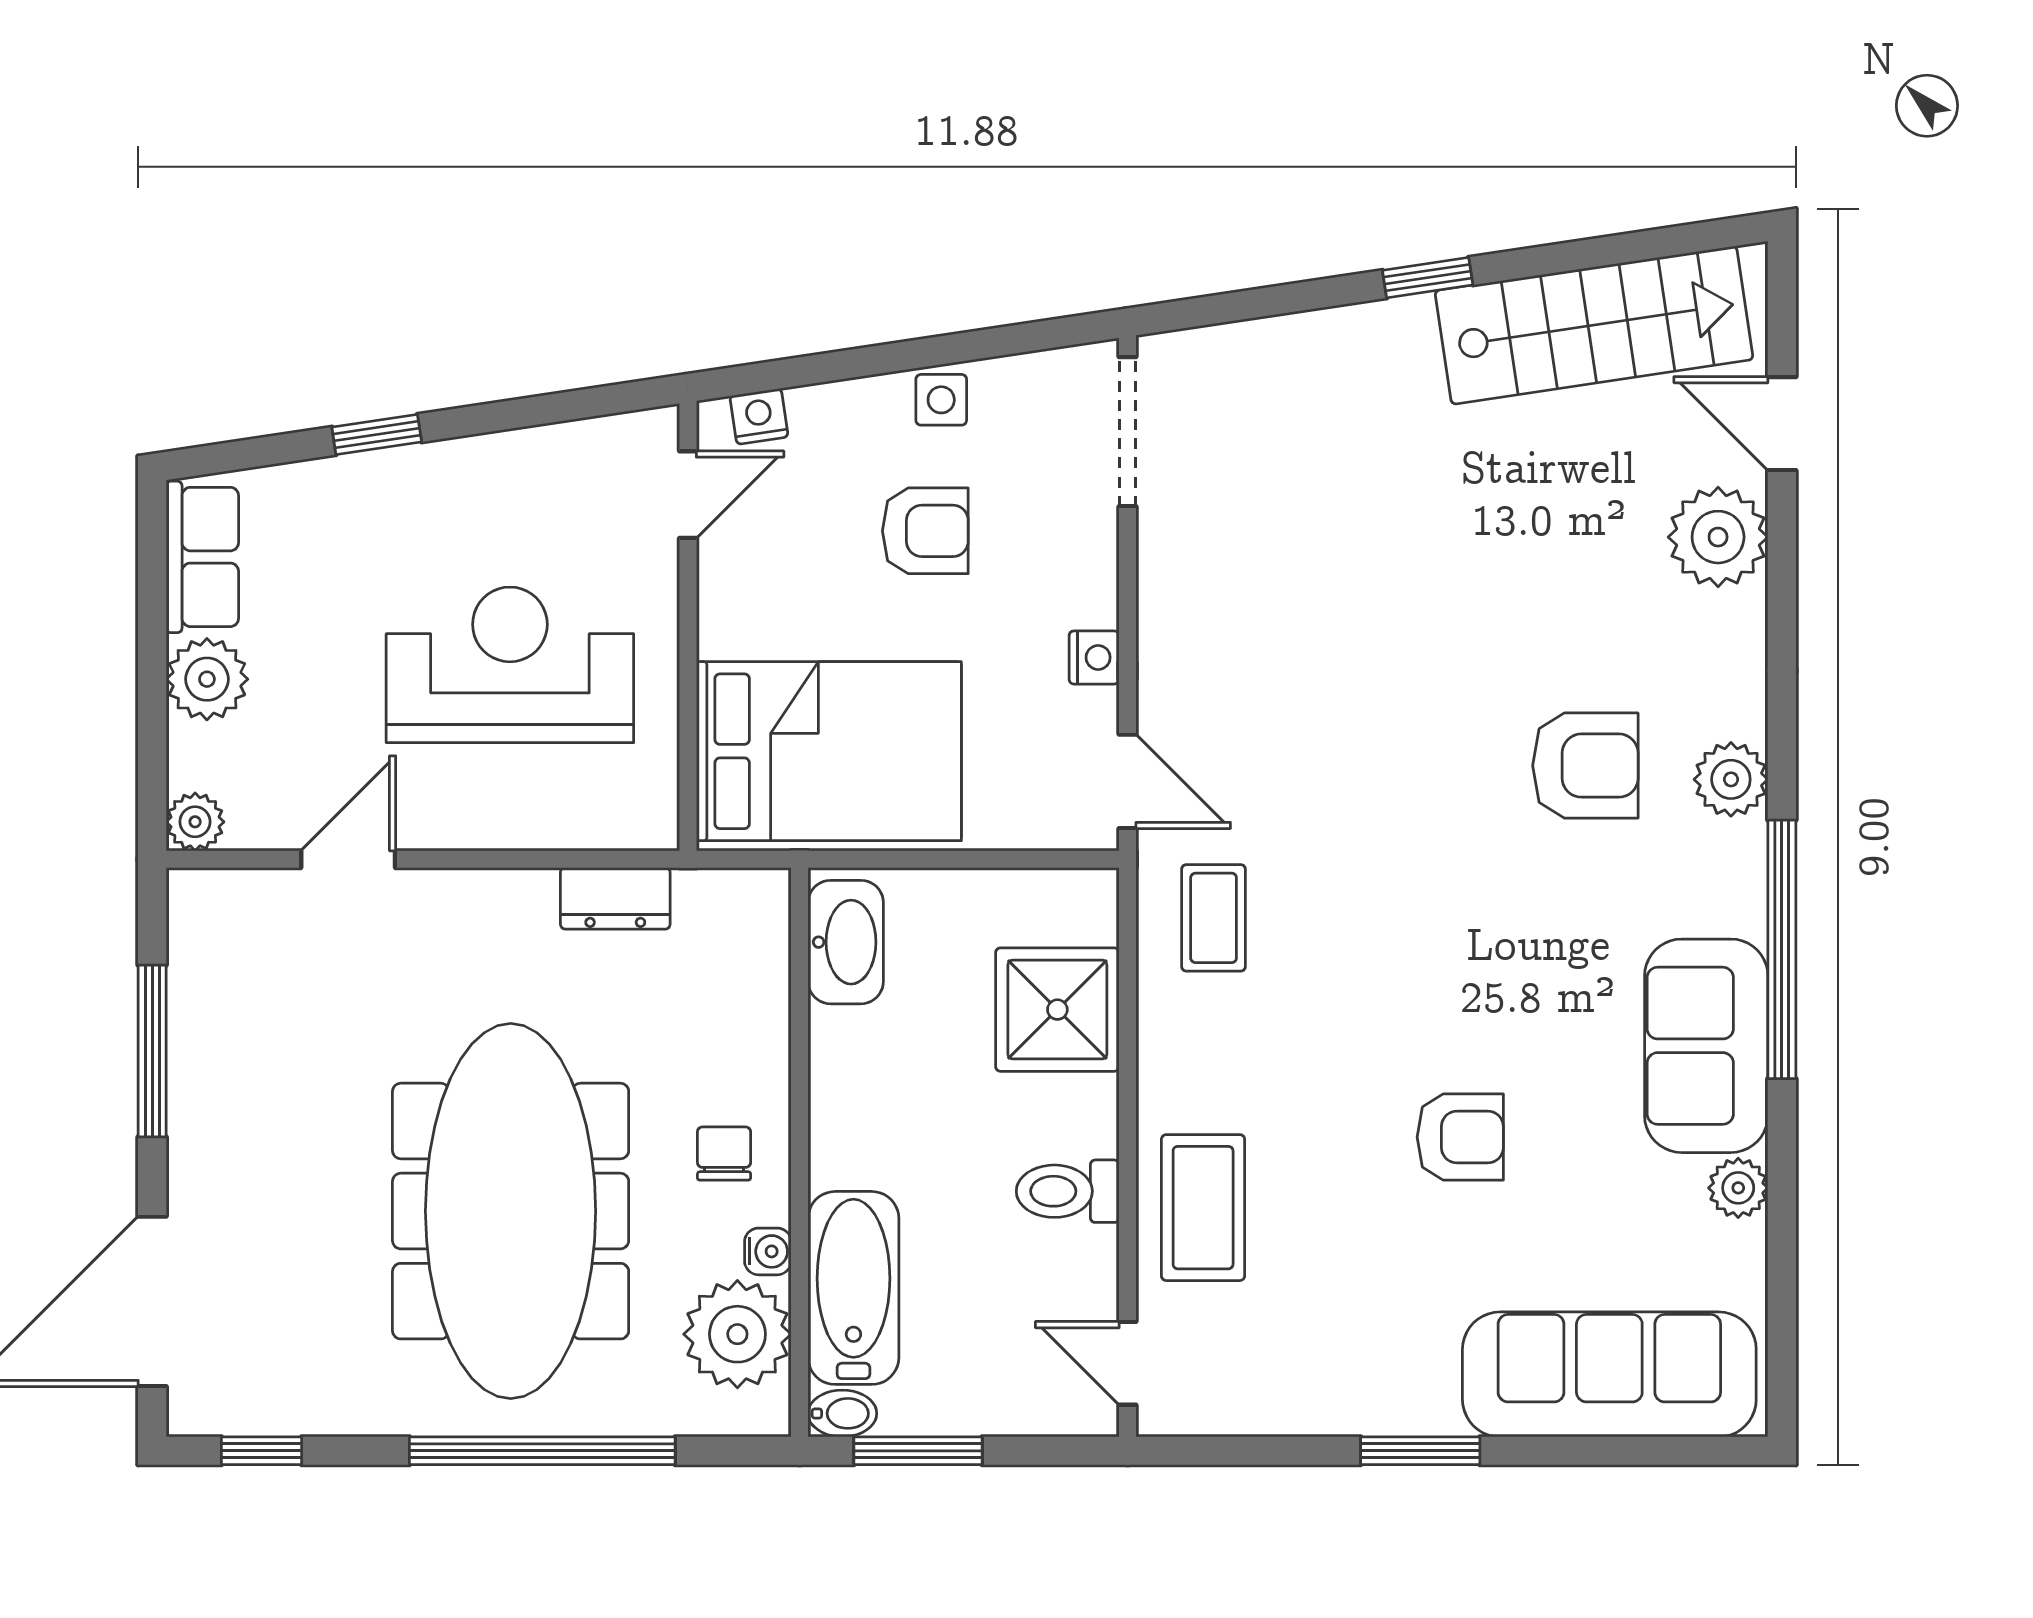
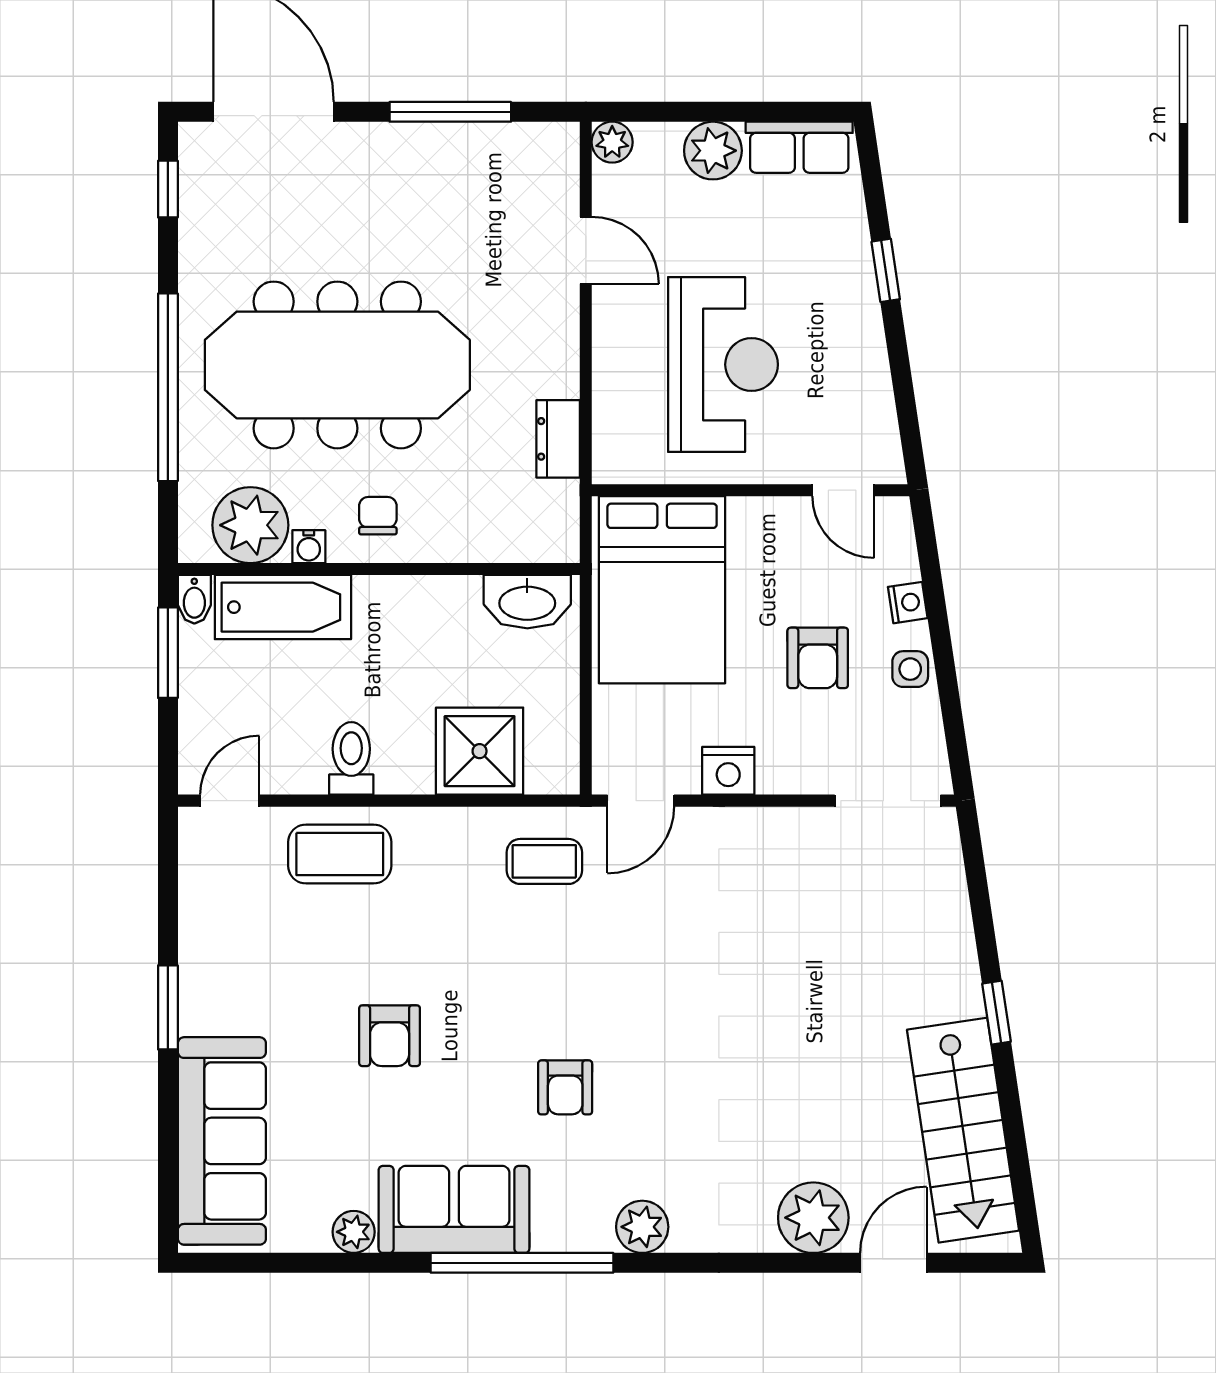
nightstand: (759, 416) -> (908, 603), moved
nightstand: (1094, 657) -> (728, 771), width x1.39, depth x1.35
armchair: (1585, 766) -> (565, 1087), moved, width x0.72, depth x0.72
chair: (724, 1154) -> (378, 516), turned -90

